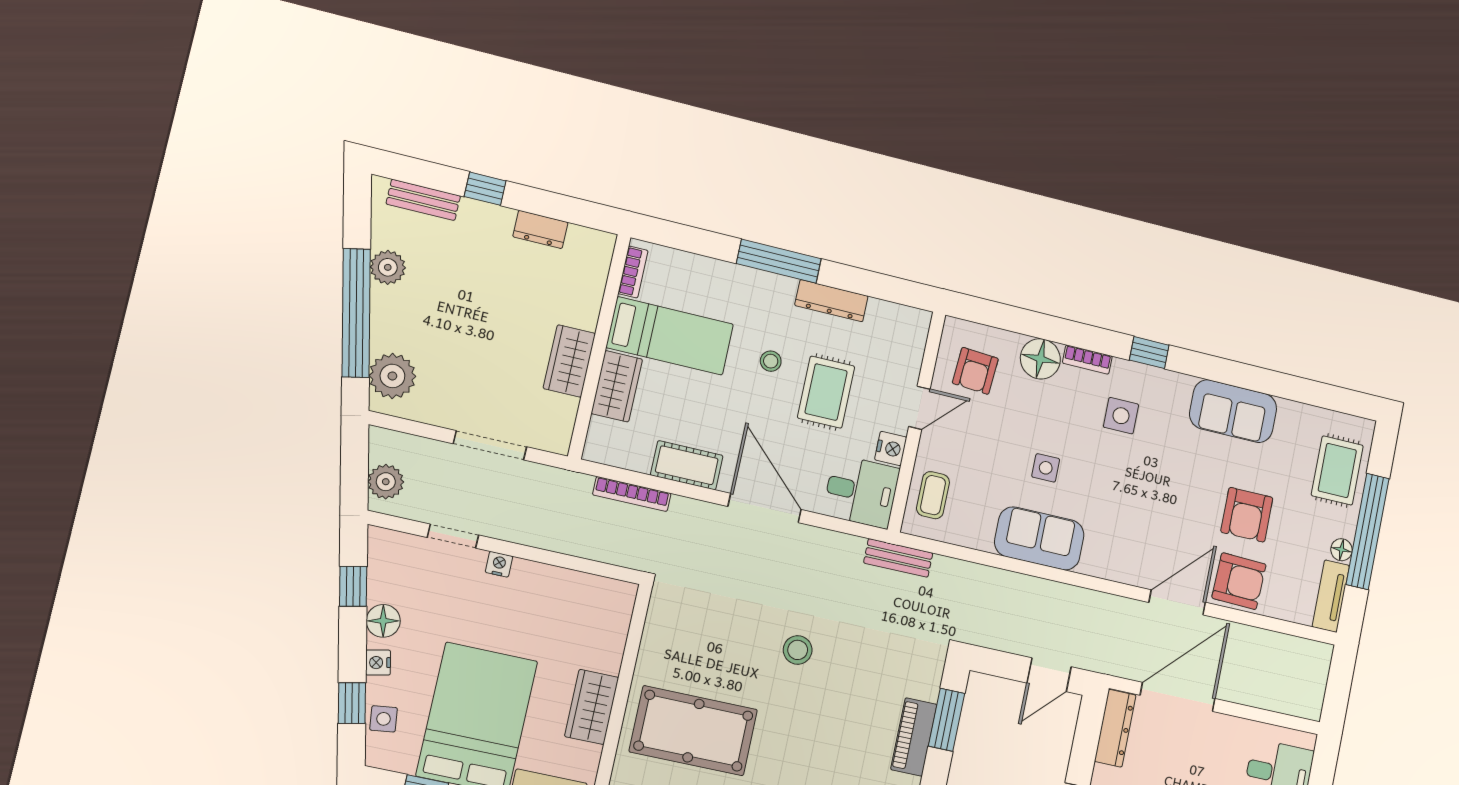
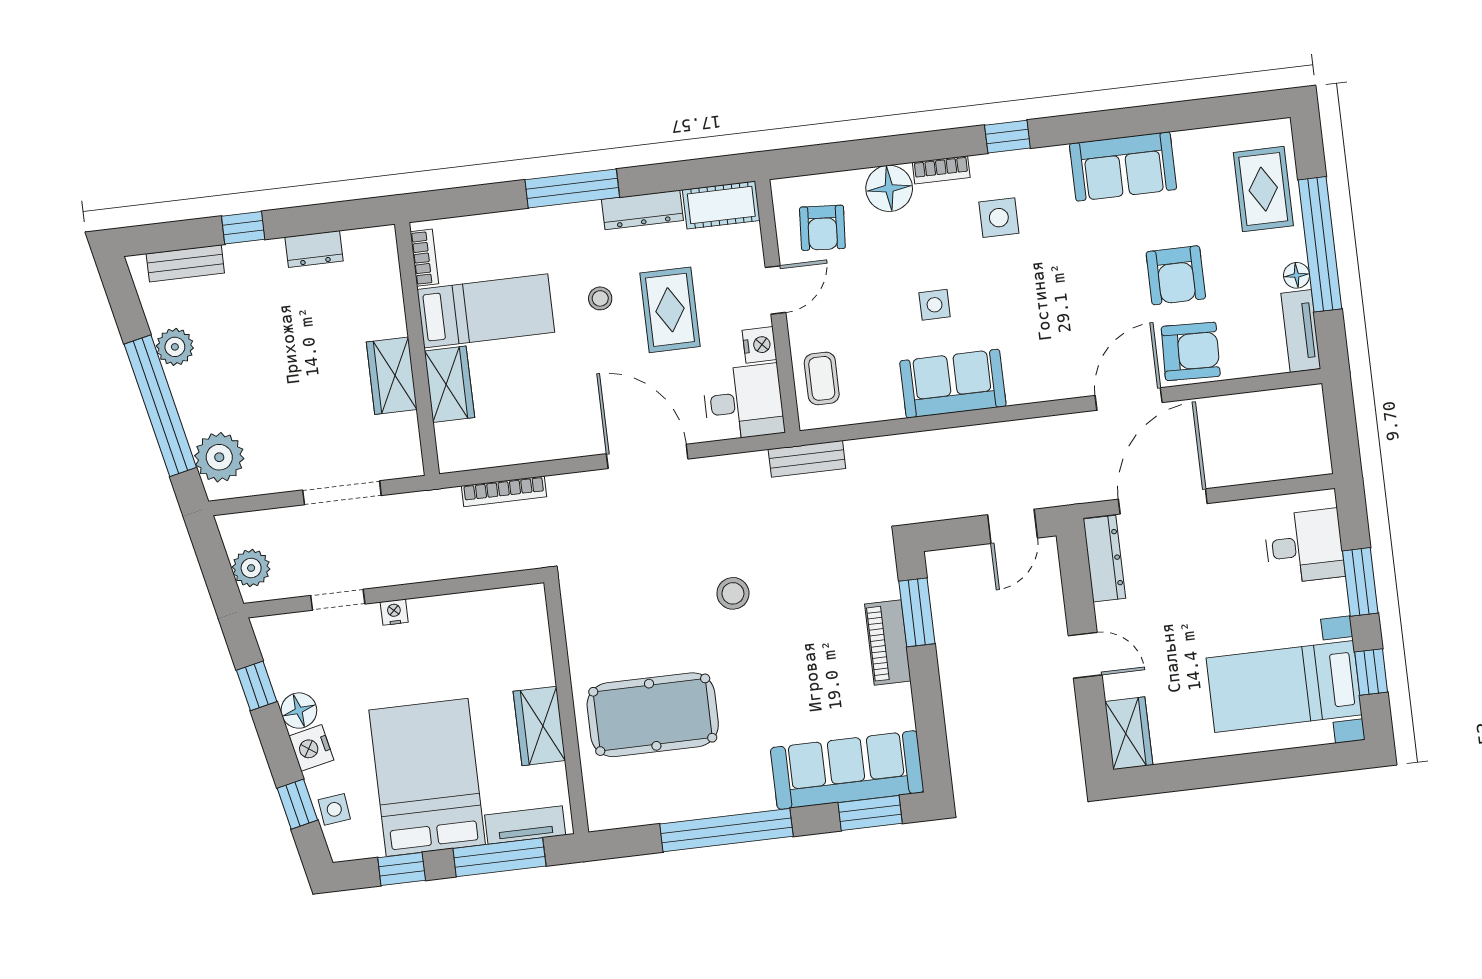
cot: (687, 465) -> (721, 205), moved
nightstand: (378, 663) -> (311, 748), width x1.39, depth x1.35

